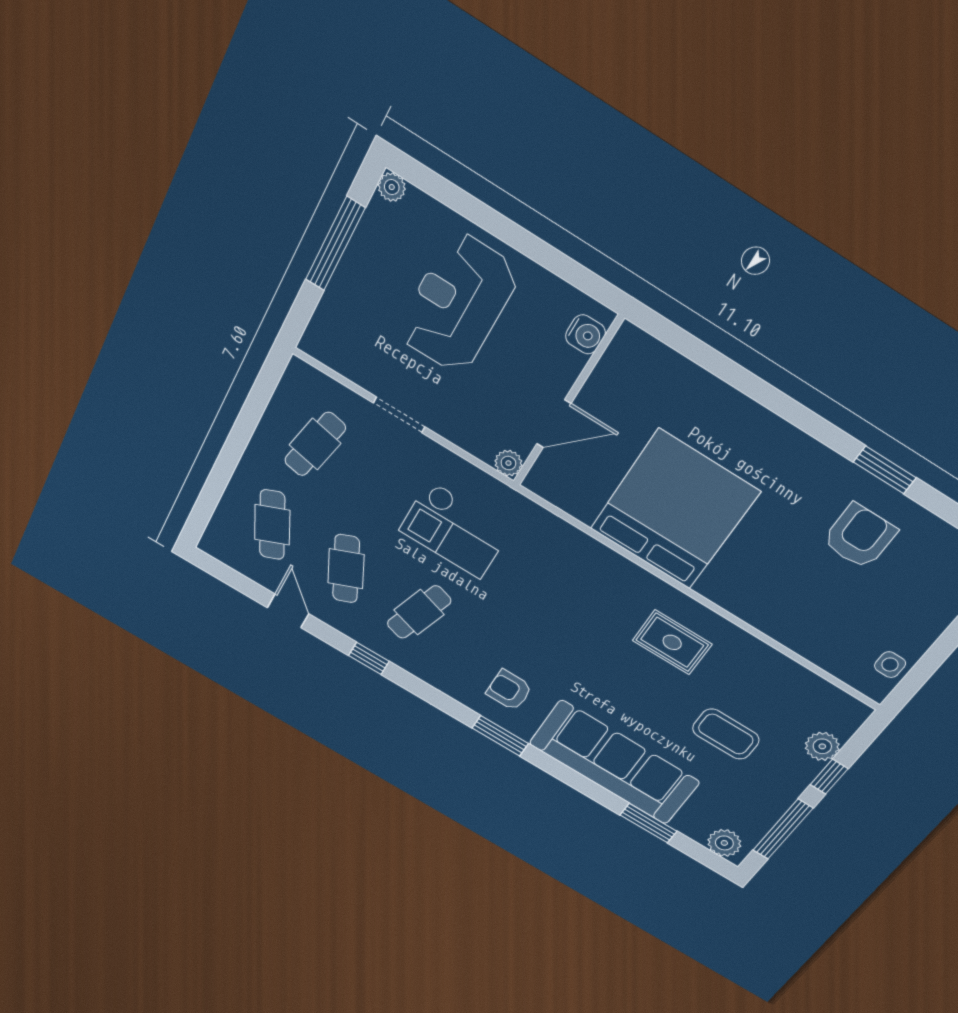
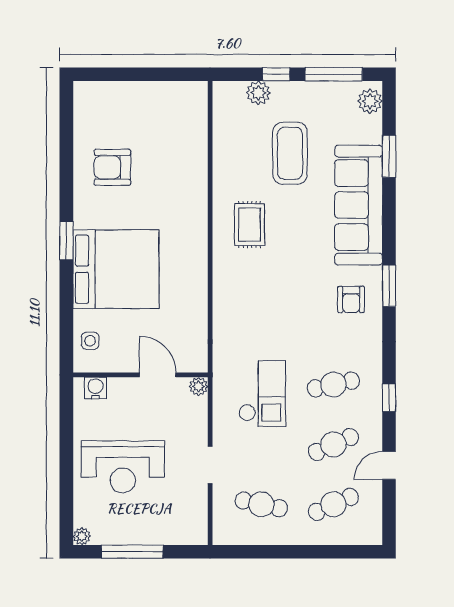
window: (885, 470) -> (66, 241), moved
bed: (674, 510) -> (116, 269), moved, turned 180
cafe table: (419, 612) -> (333, 385), turned -30
side table: (890, 665) -> (90, 341), moved
coffee table: (726, 734) -> (290, 153), width x1.36, depth x1.32

